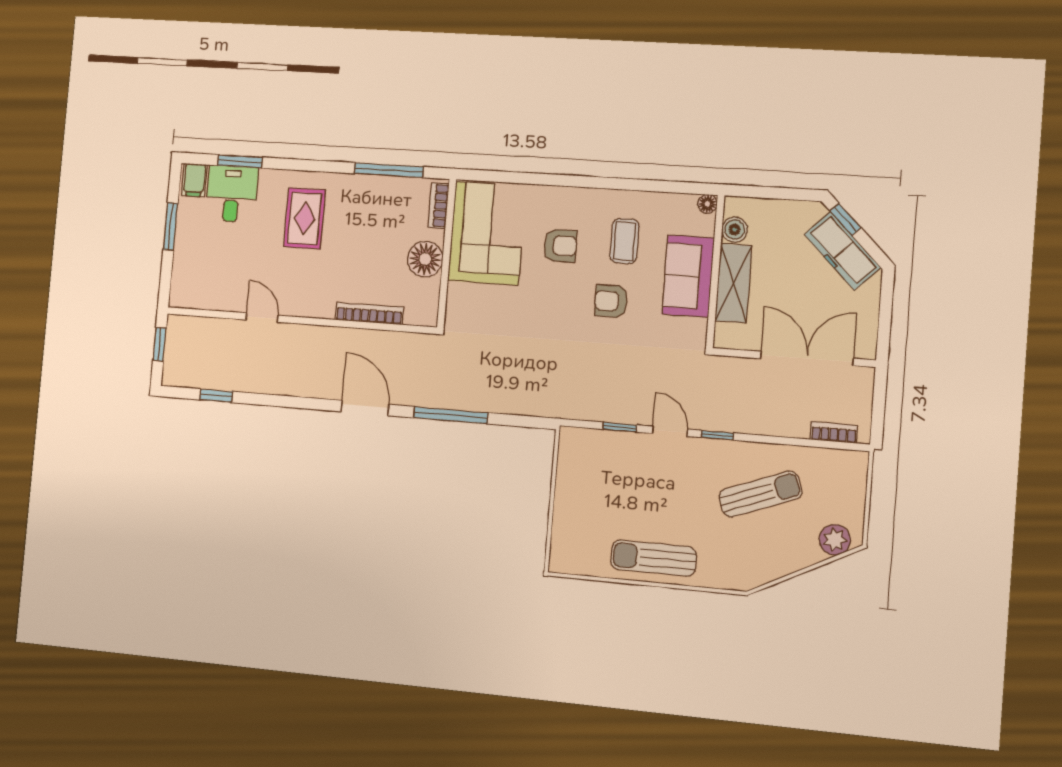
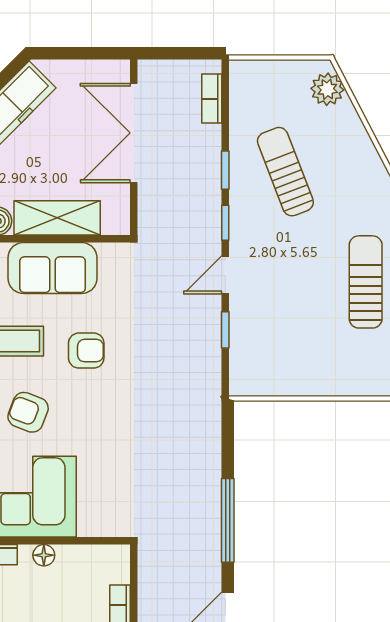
armchair: (560, 246) -> (28, 412), turned -69
floor lamp: (425, 259) -> (44, 555), width x0.53, depth x0.53
armchair: (611, 301) -> (86, 351), turned -90
window: (766, 439) -> (225, 170), added
sun lounger: (653, 558) -> (366, 282), turned 180

